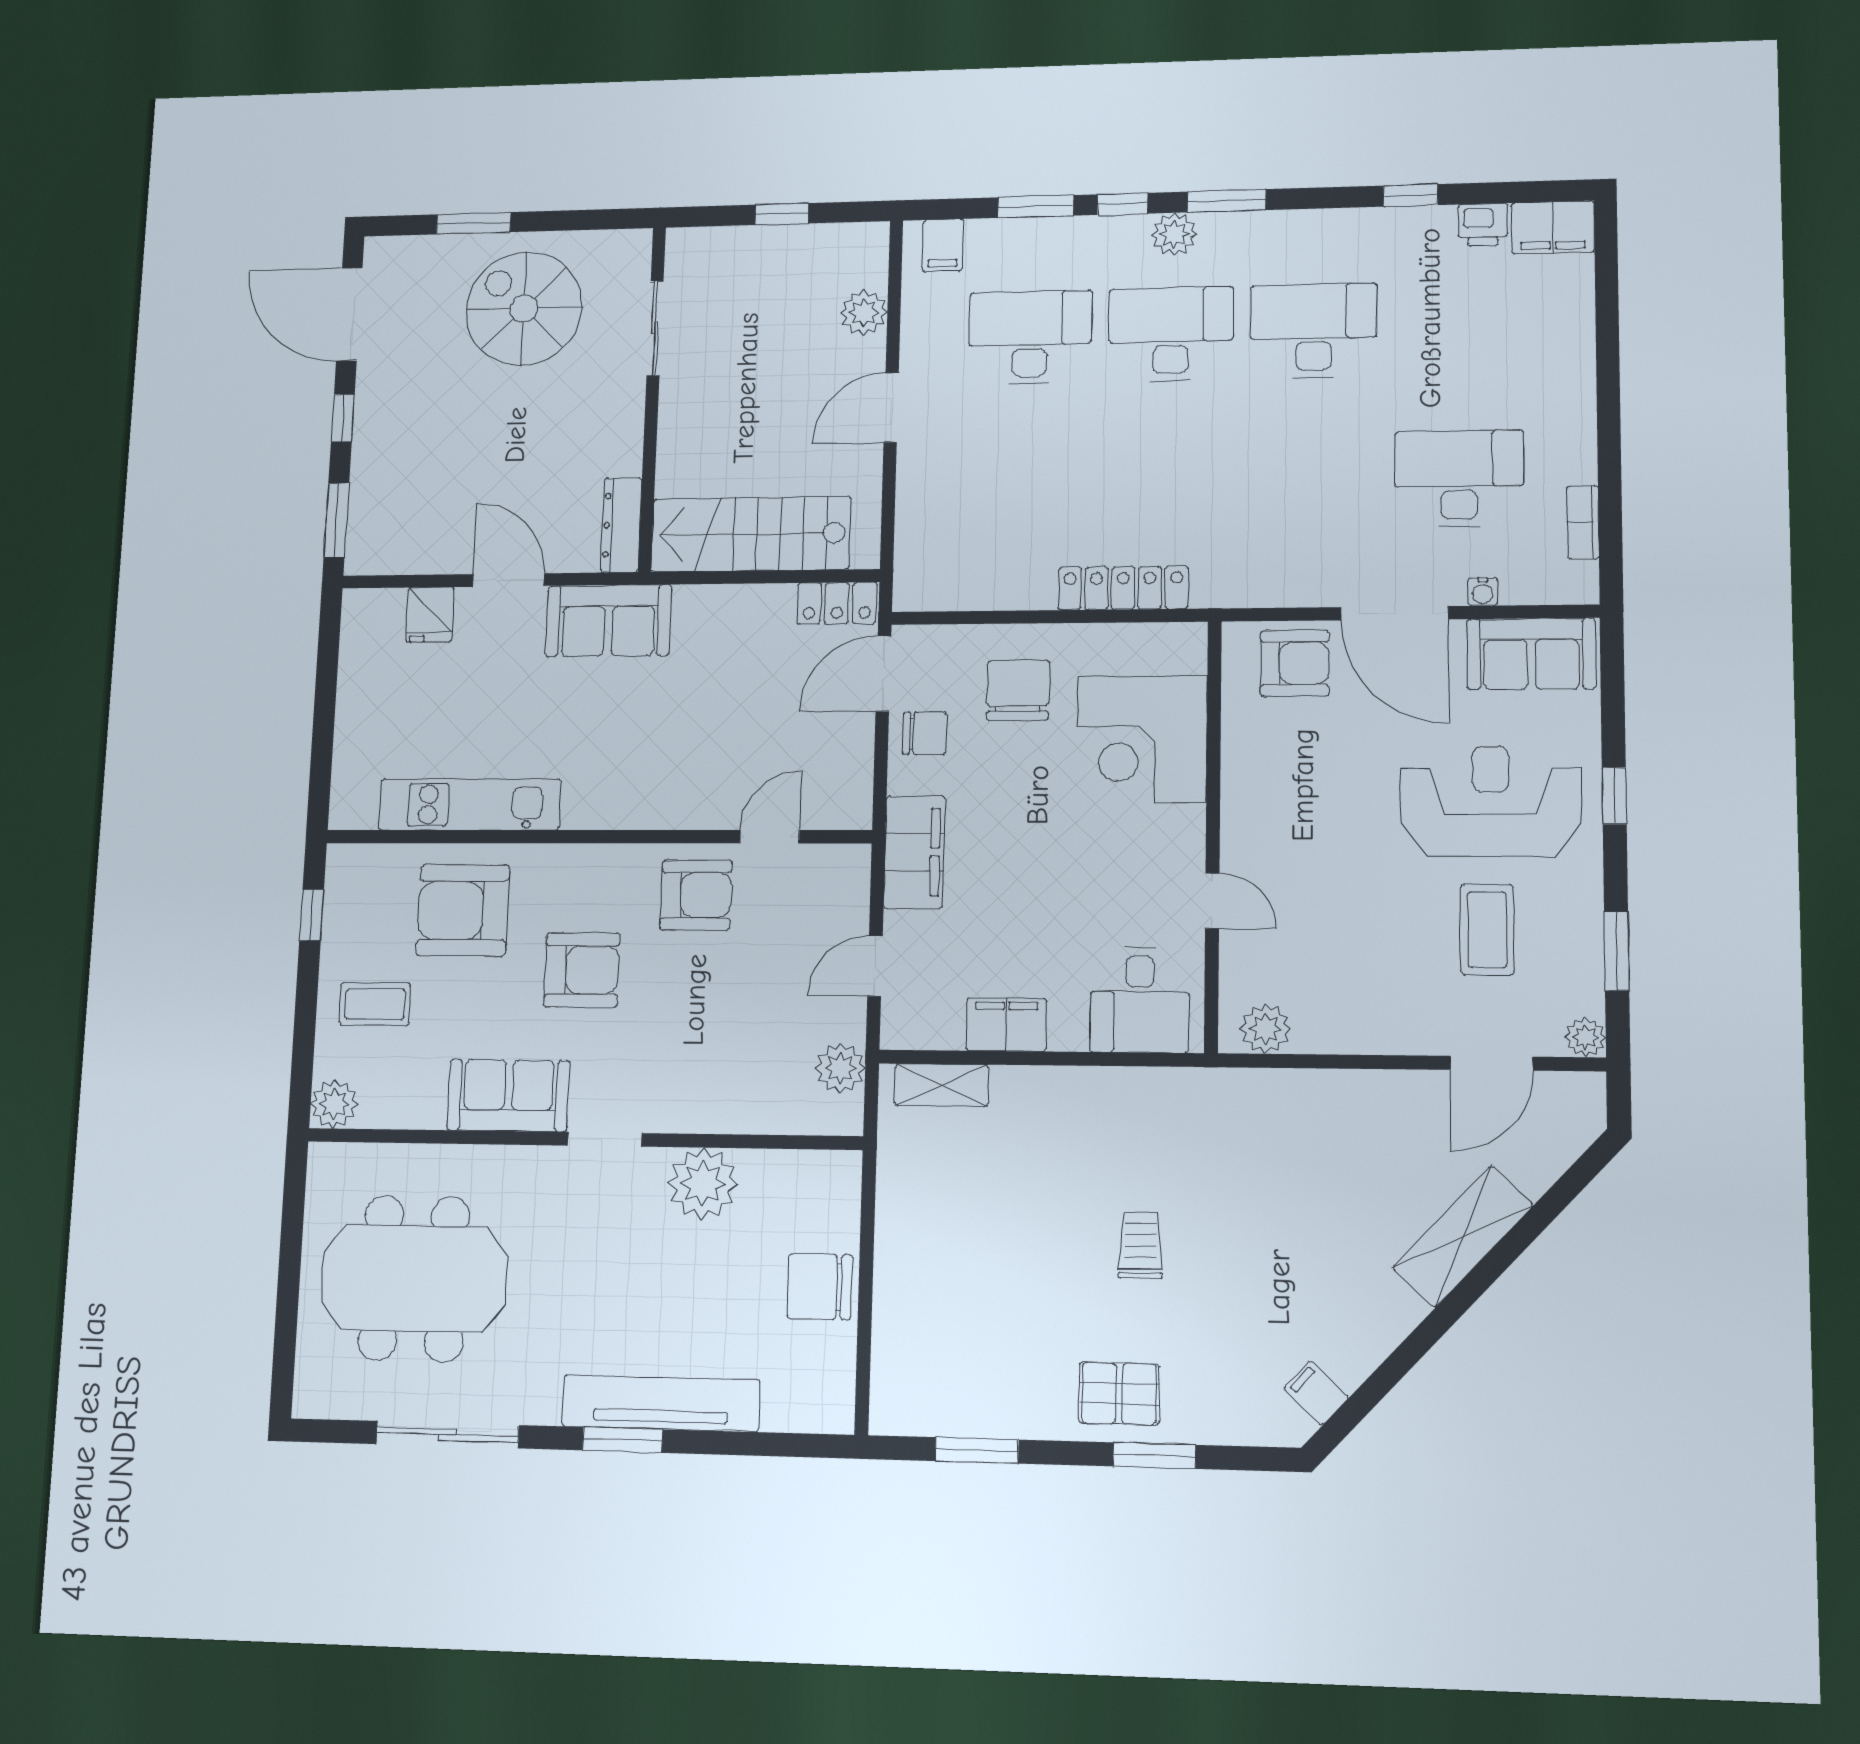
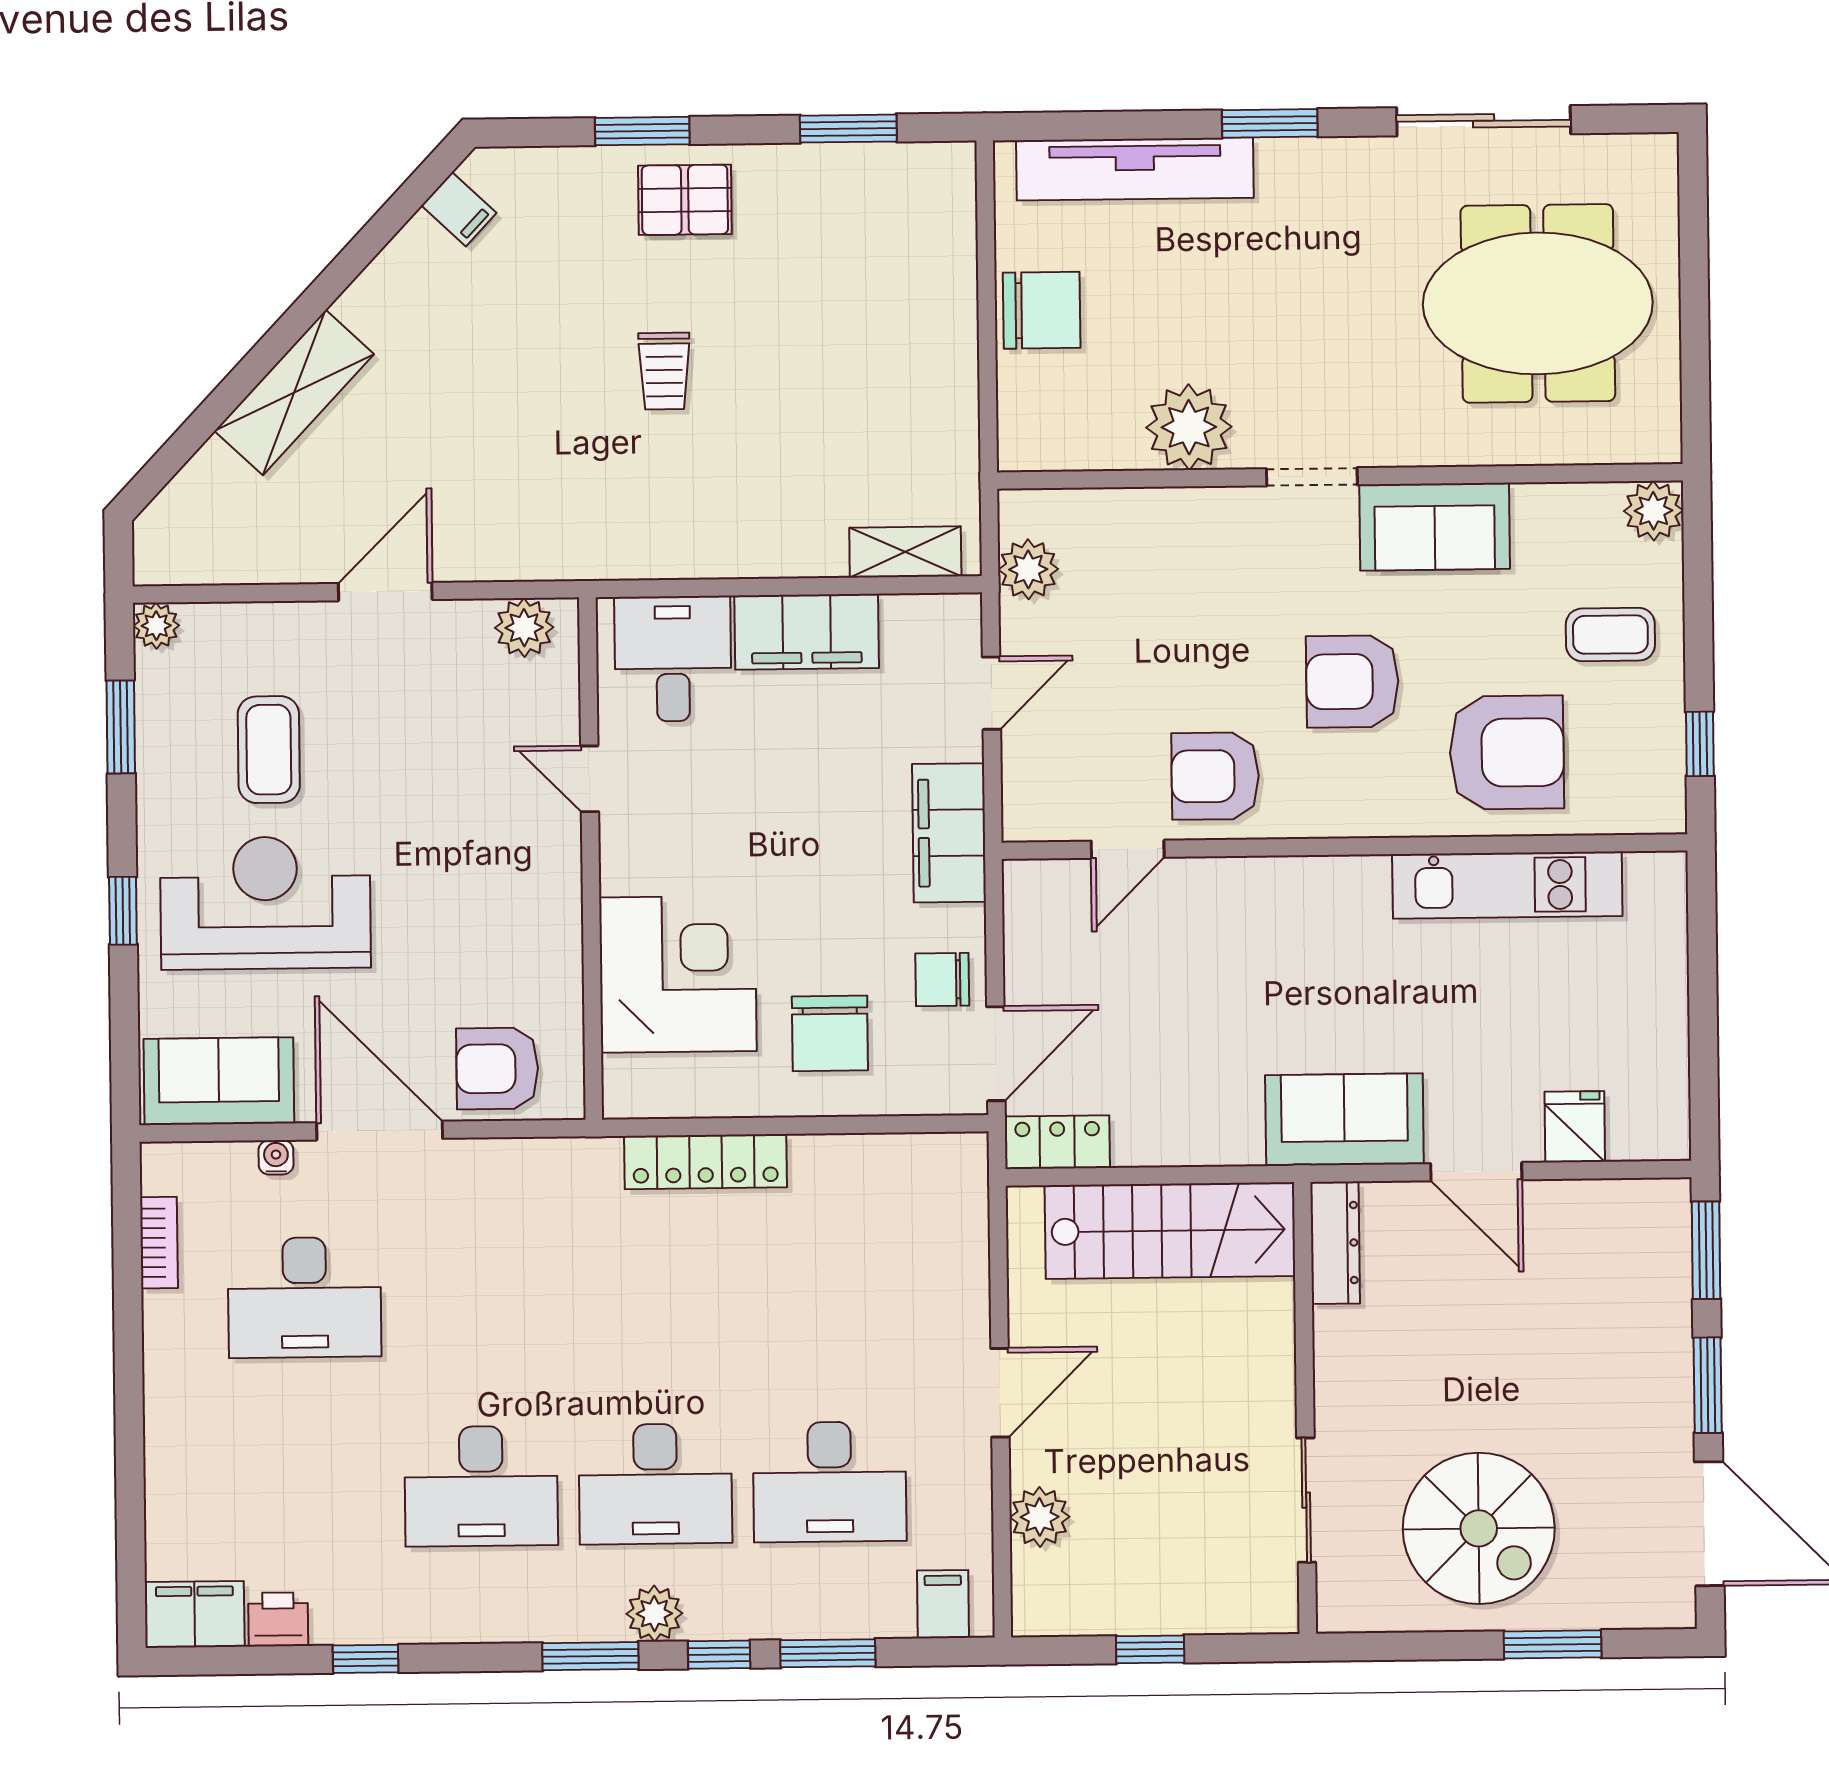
window: (343, 418) -> (1708, 1385), width x1.50
reception desk: (1491, 801) -> (265, 903), turned 180
filing cabinet: (1006, 1024) -> (807, 632), width x1.50, depth x1.17
door: (1492, 1063) -> (385, 592), moved
tv unit: (661, 1403) -> (1135, 169), moved

